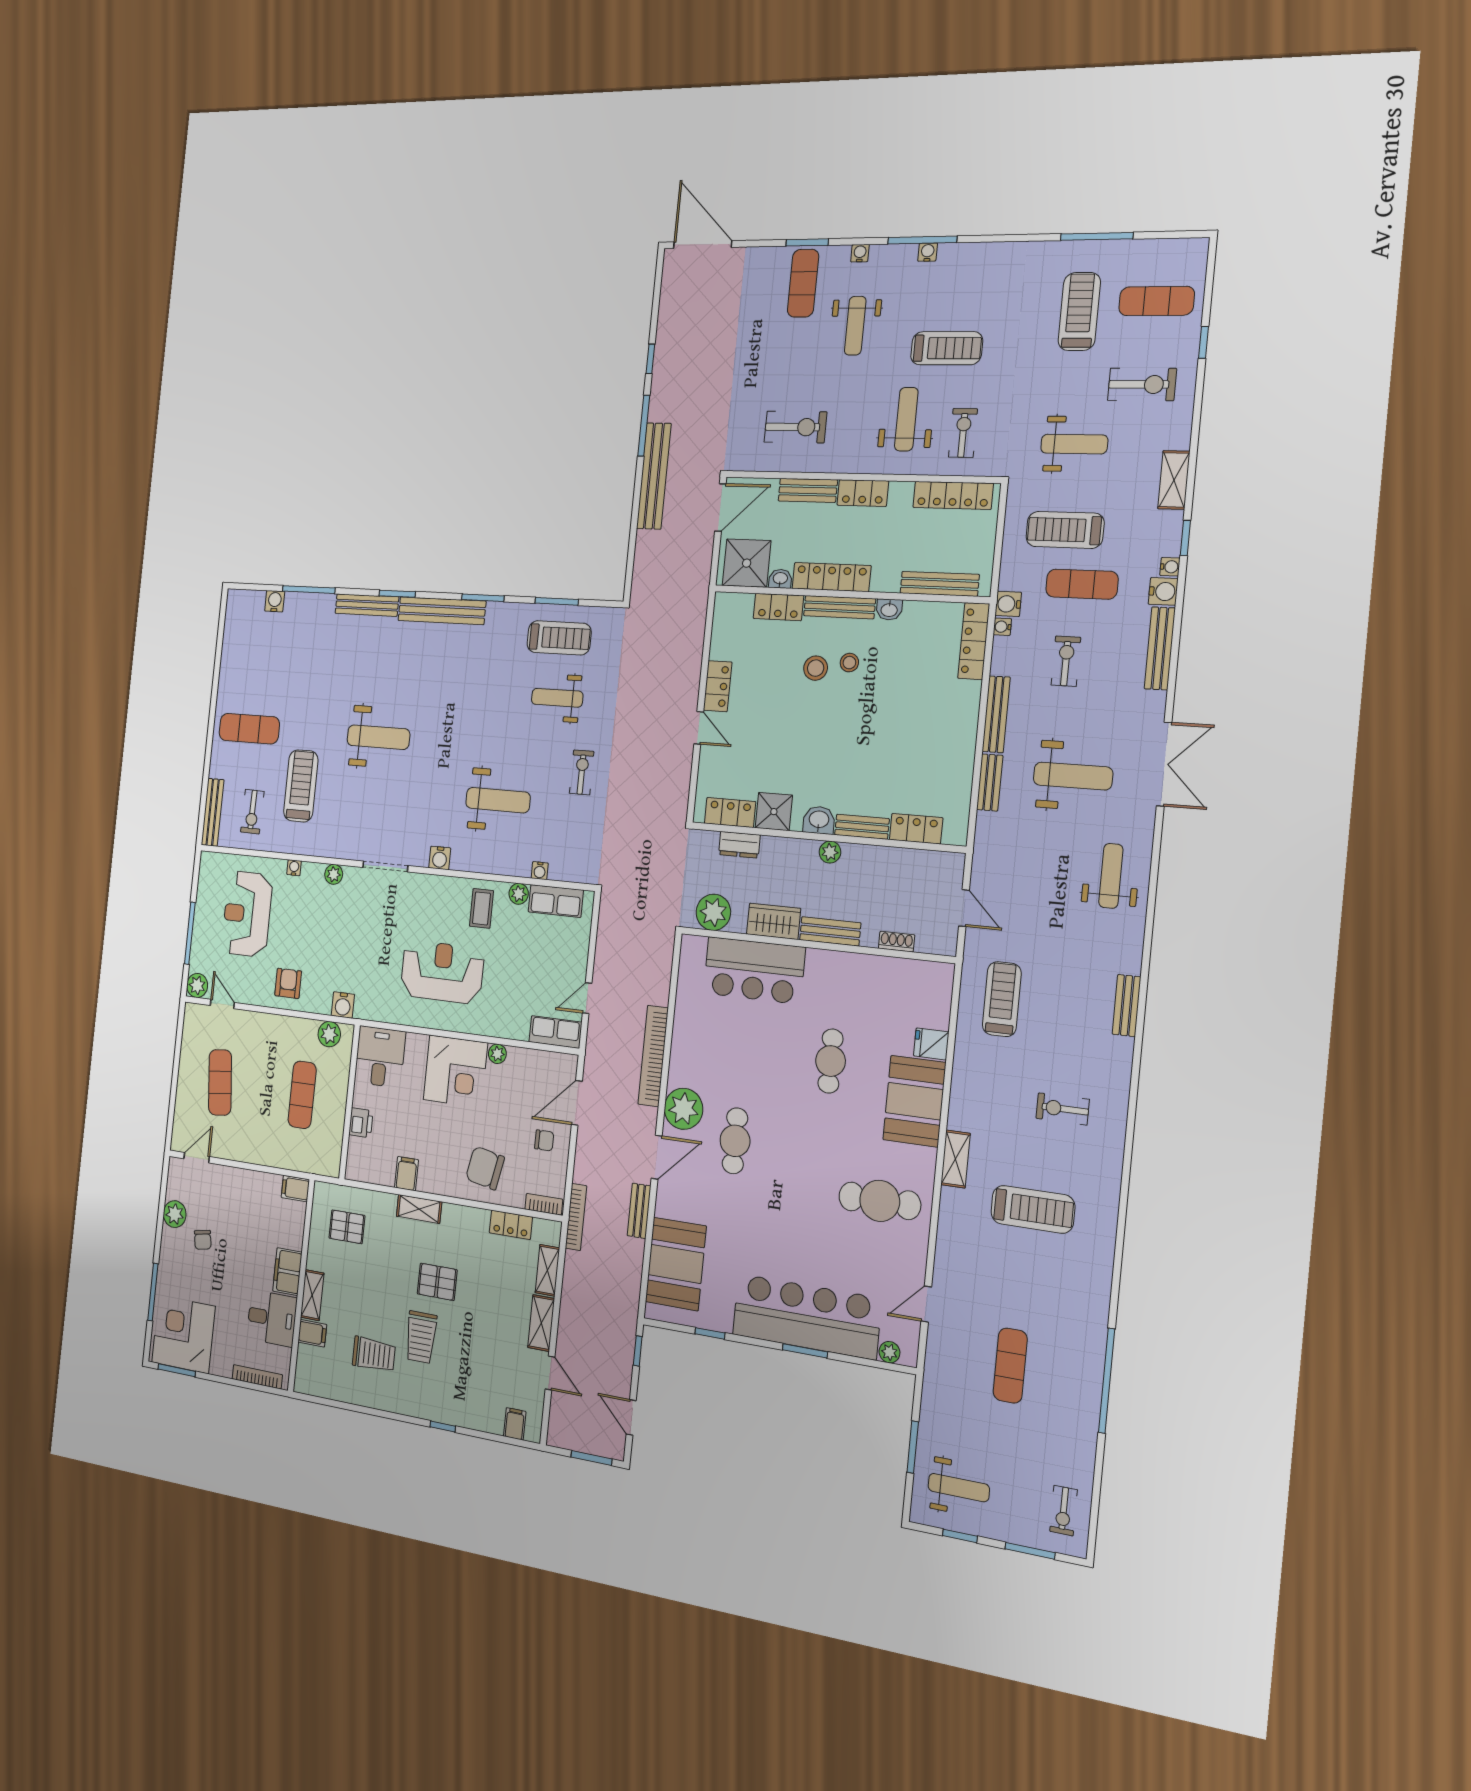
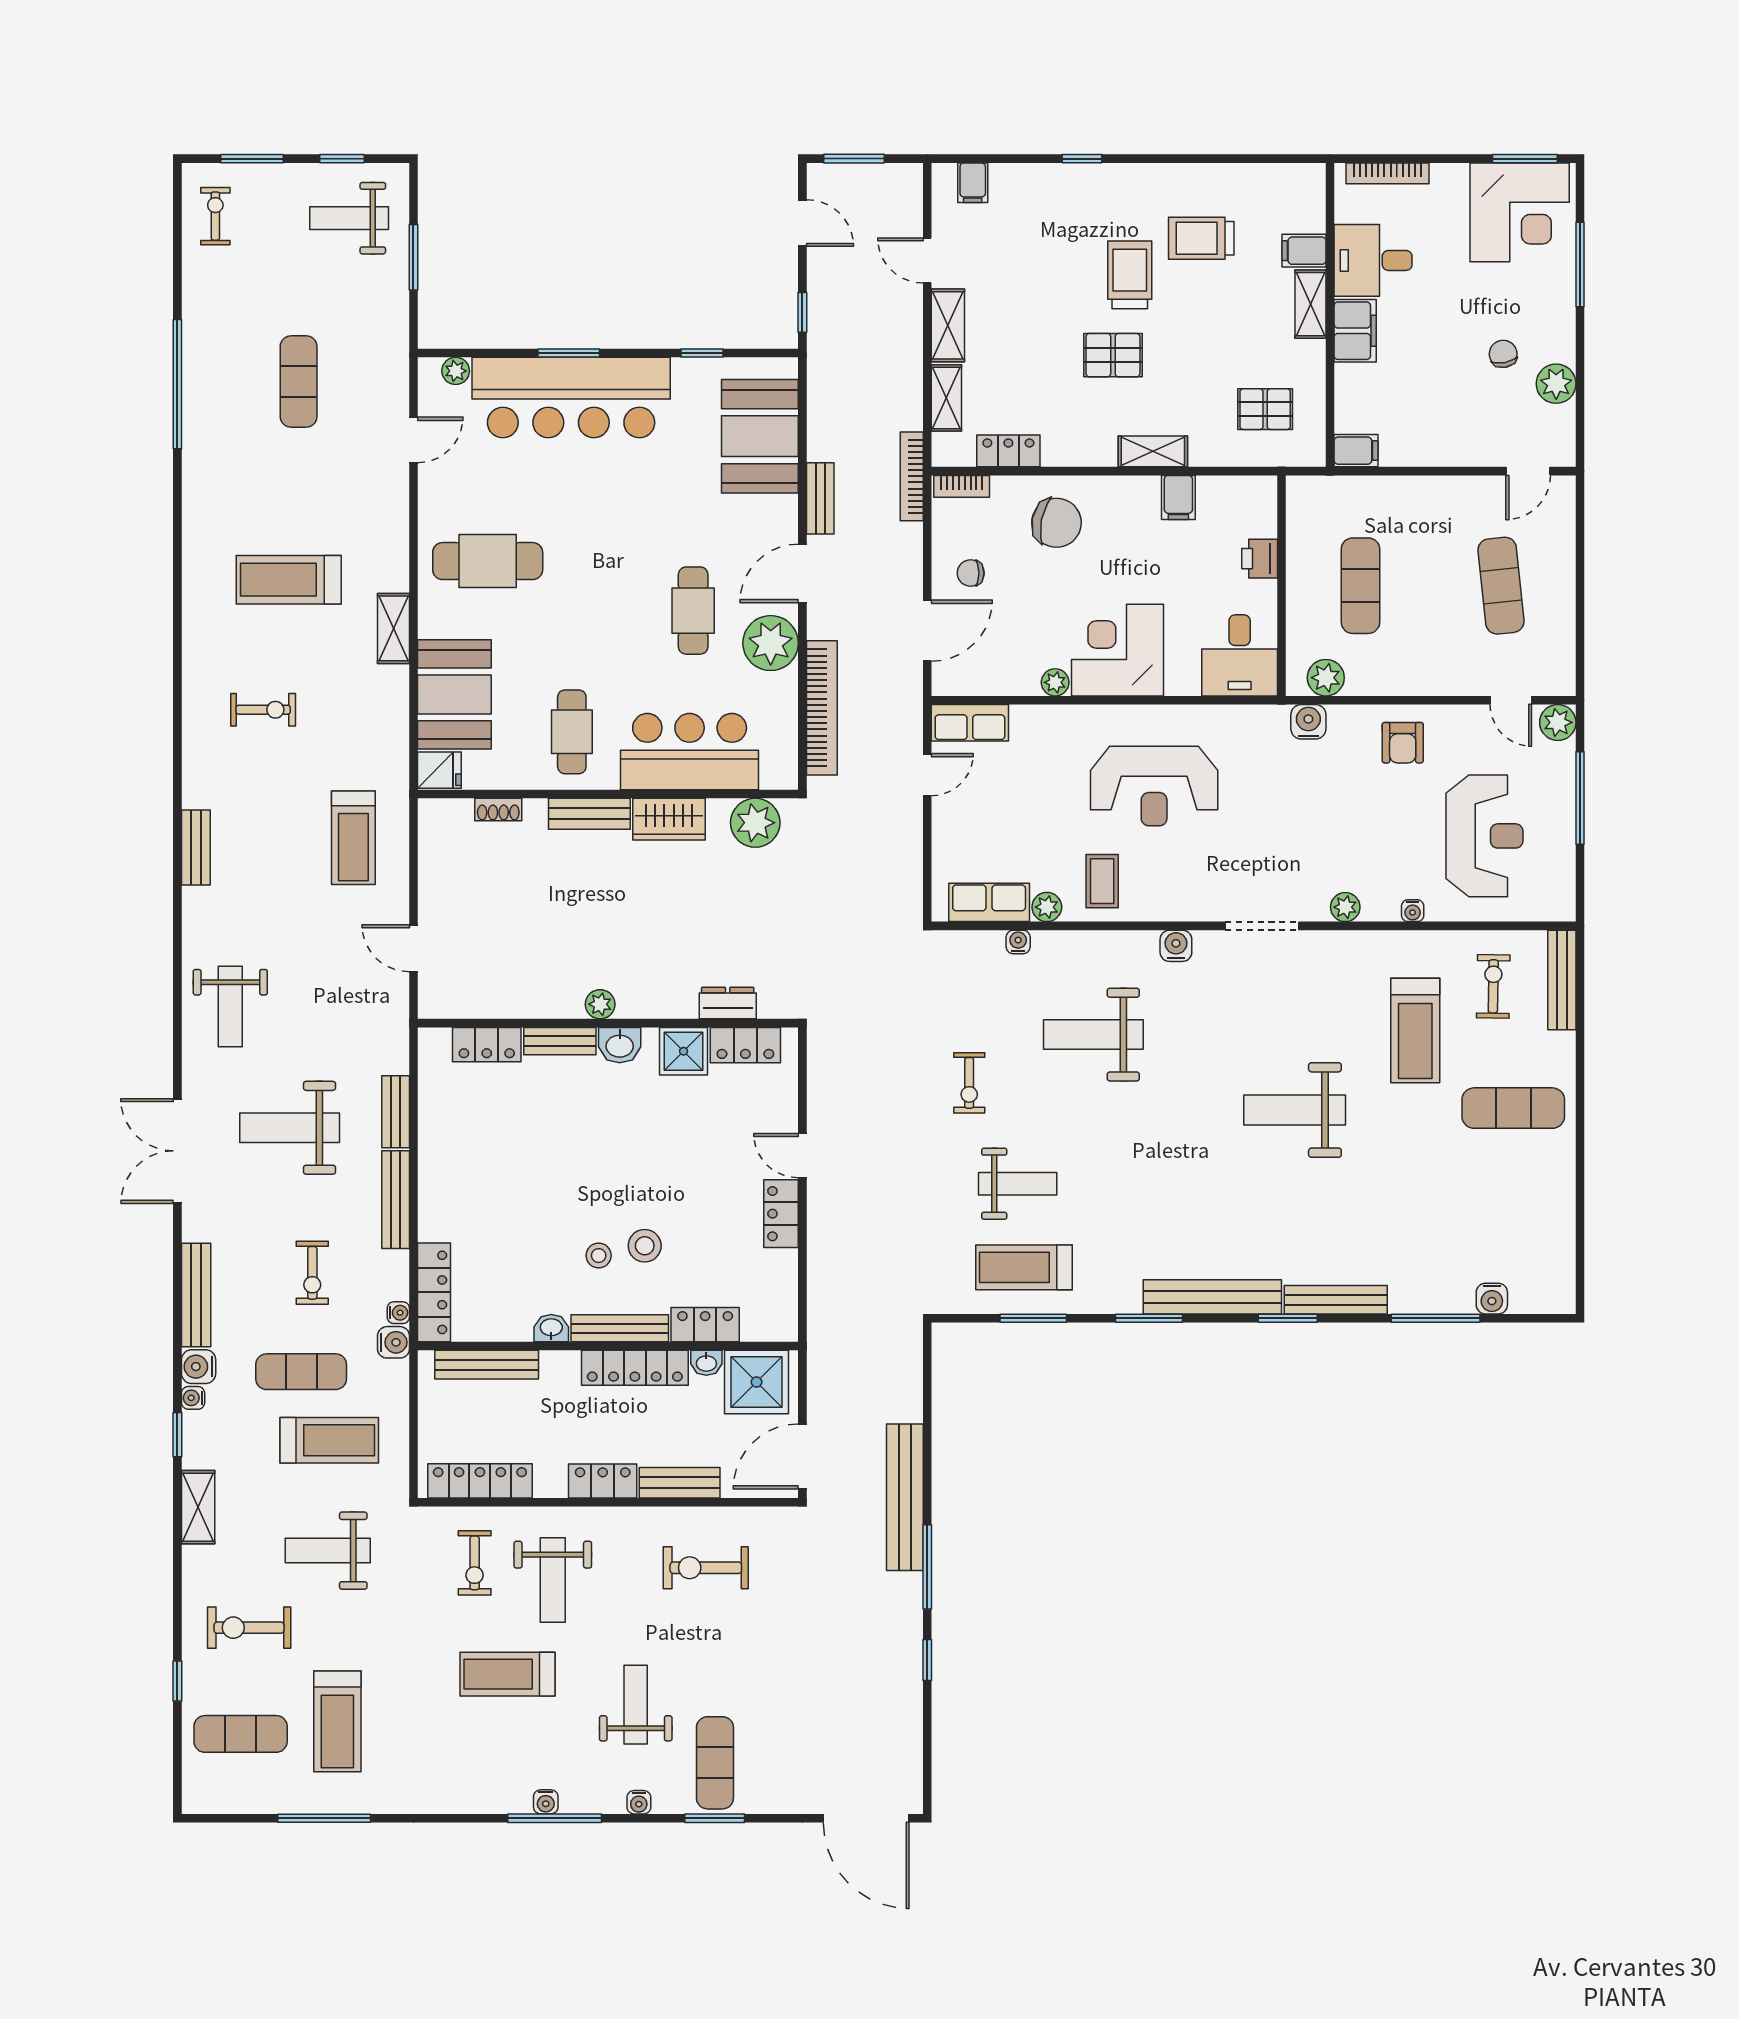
plant: (713, 912) -> (755, 823), moved
wardrobe: (774, 921) -> (669, 819), moved
bench: (830, 931) -> (589, 814), moved
shoe rack: (897, 942) -> (498, 810), moved
wall: (815, 945) -> (608, 794), moved
bar counter: (754, 970) -> (690, 752), moved

